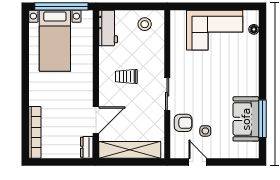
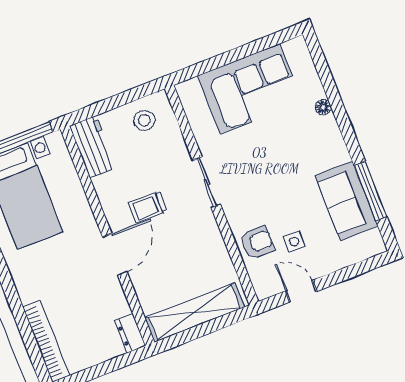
floor lamp: (254, 29) -> (323, 107), moved
sliding door: (167, 94) -> (207, 182), moved
door: (96, 120) -> (115, 254), moved

